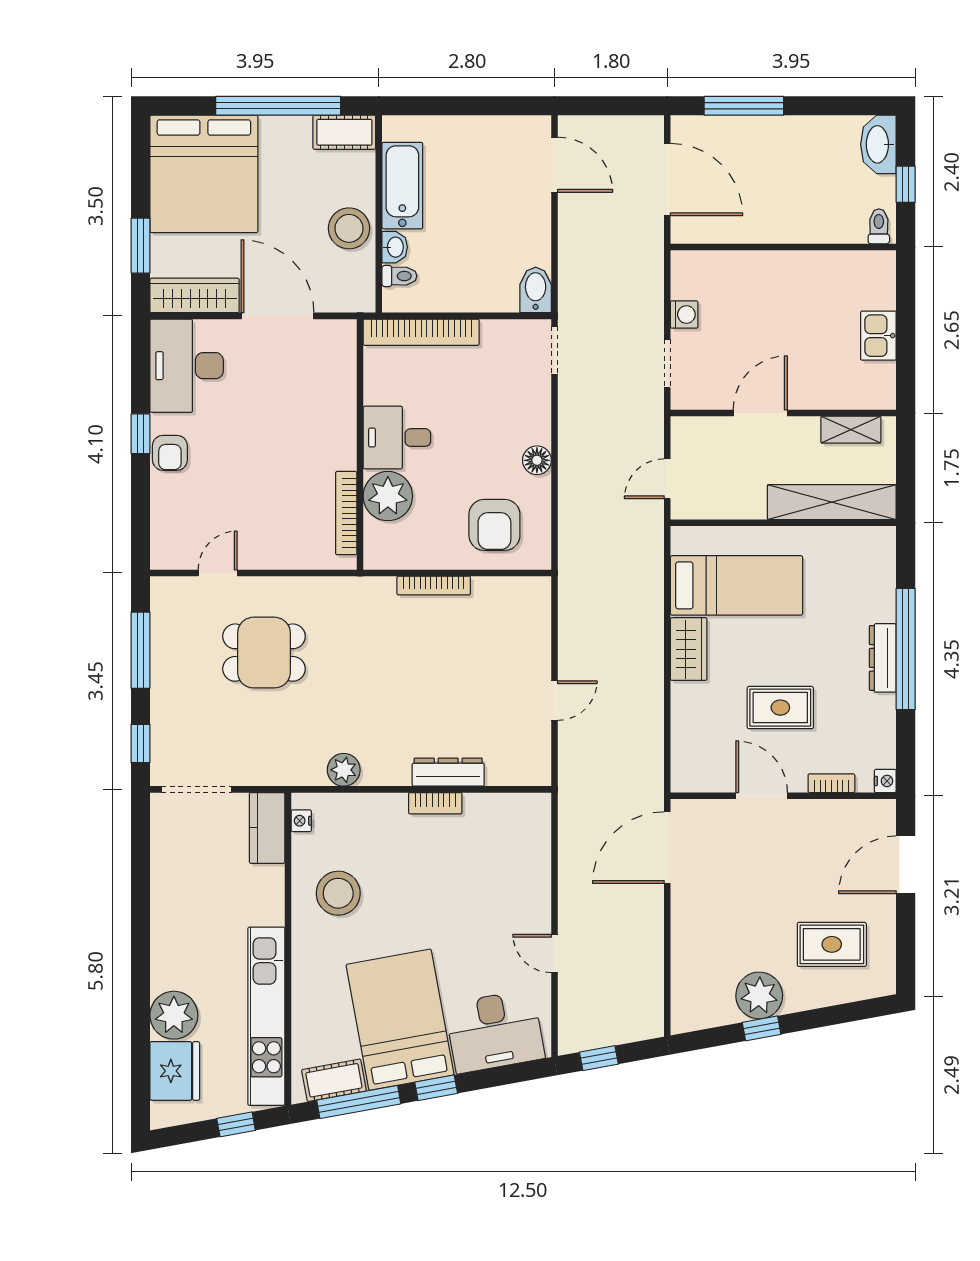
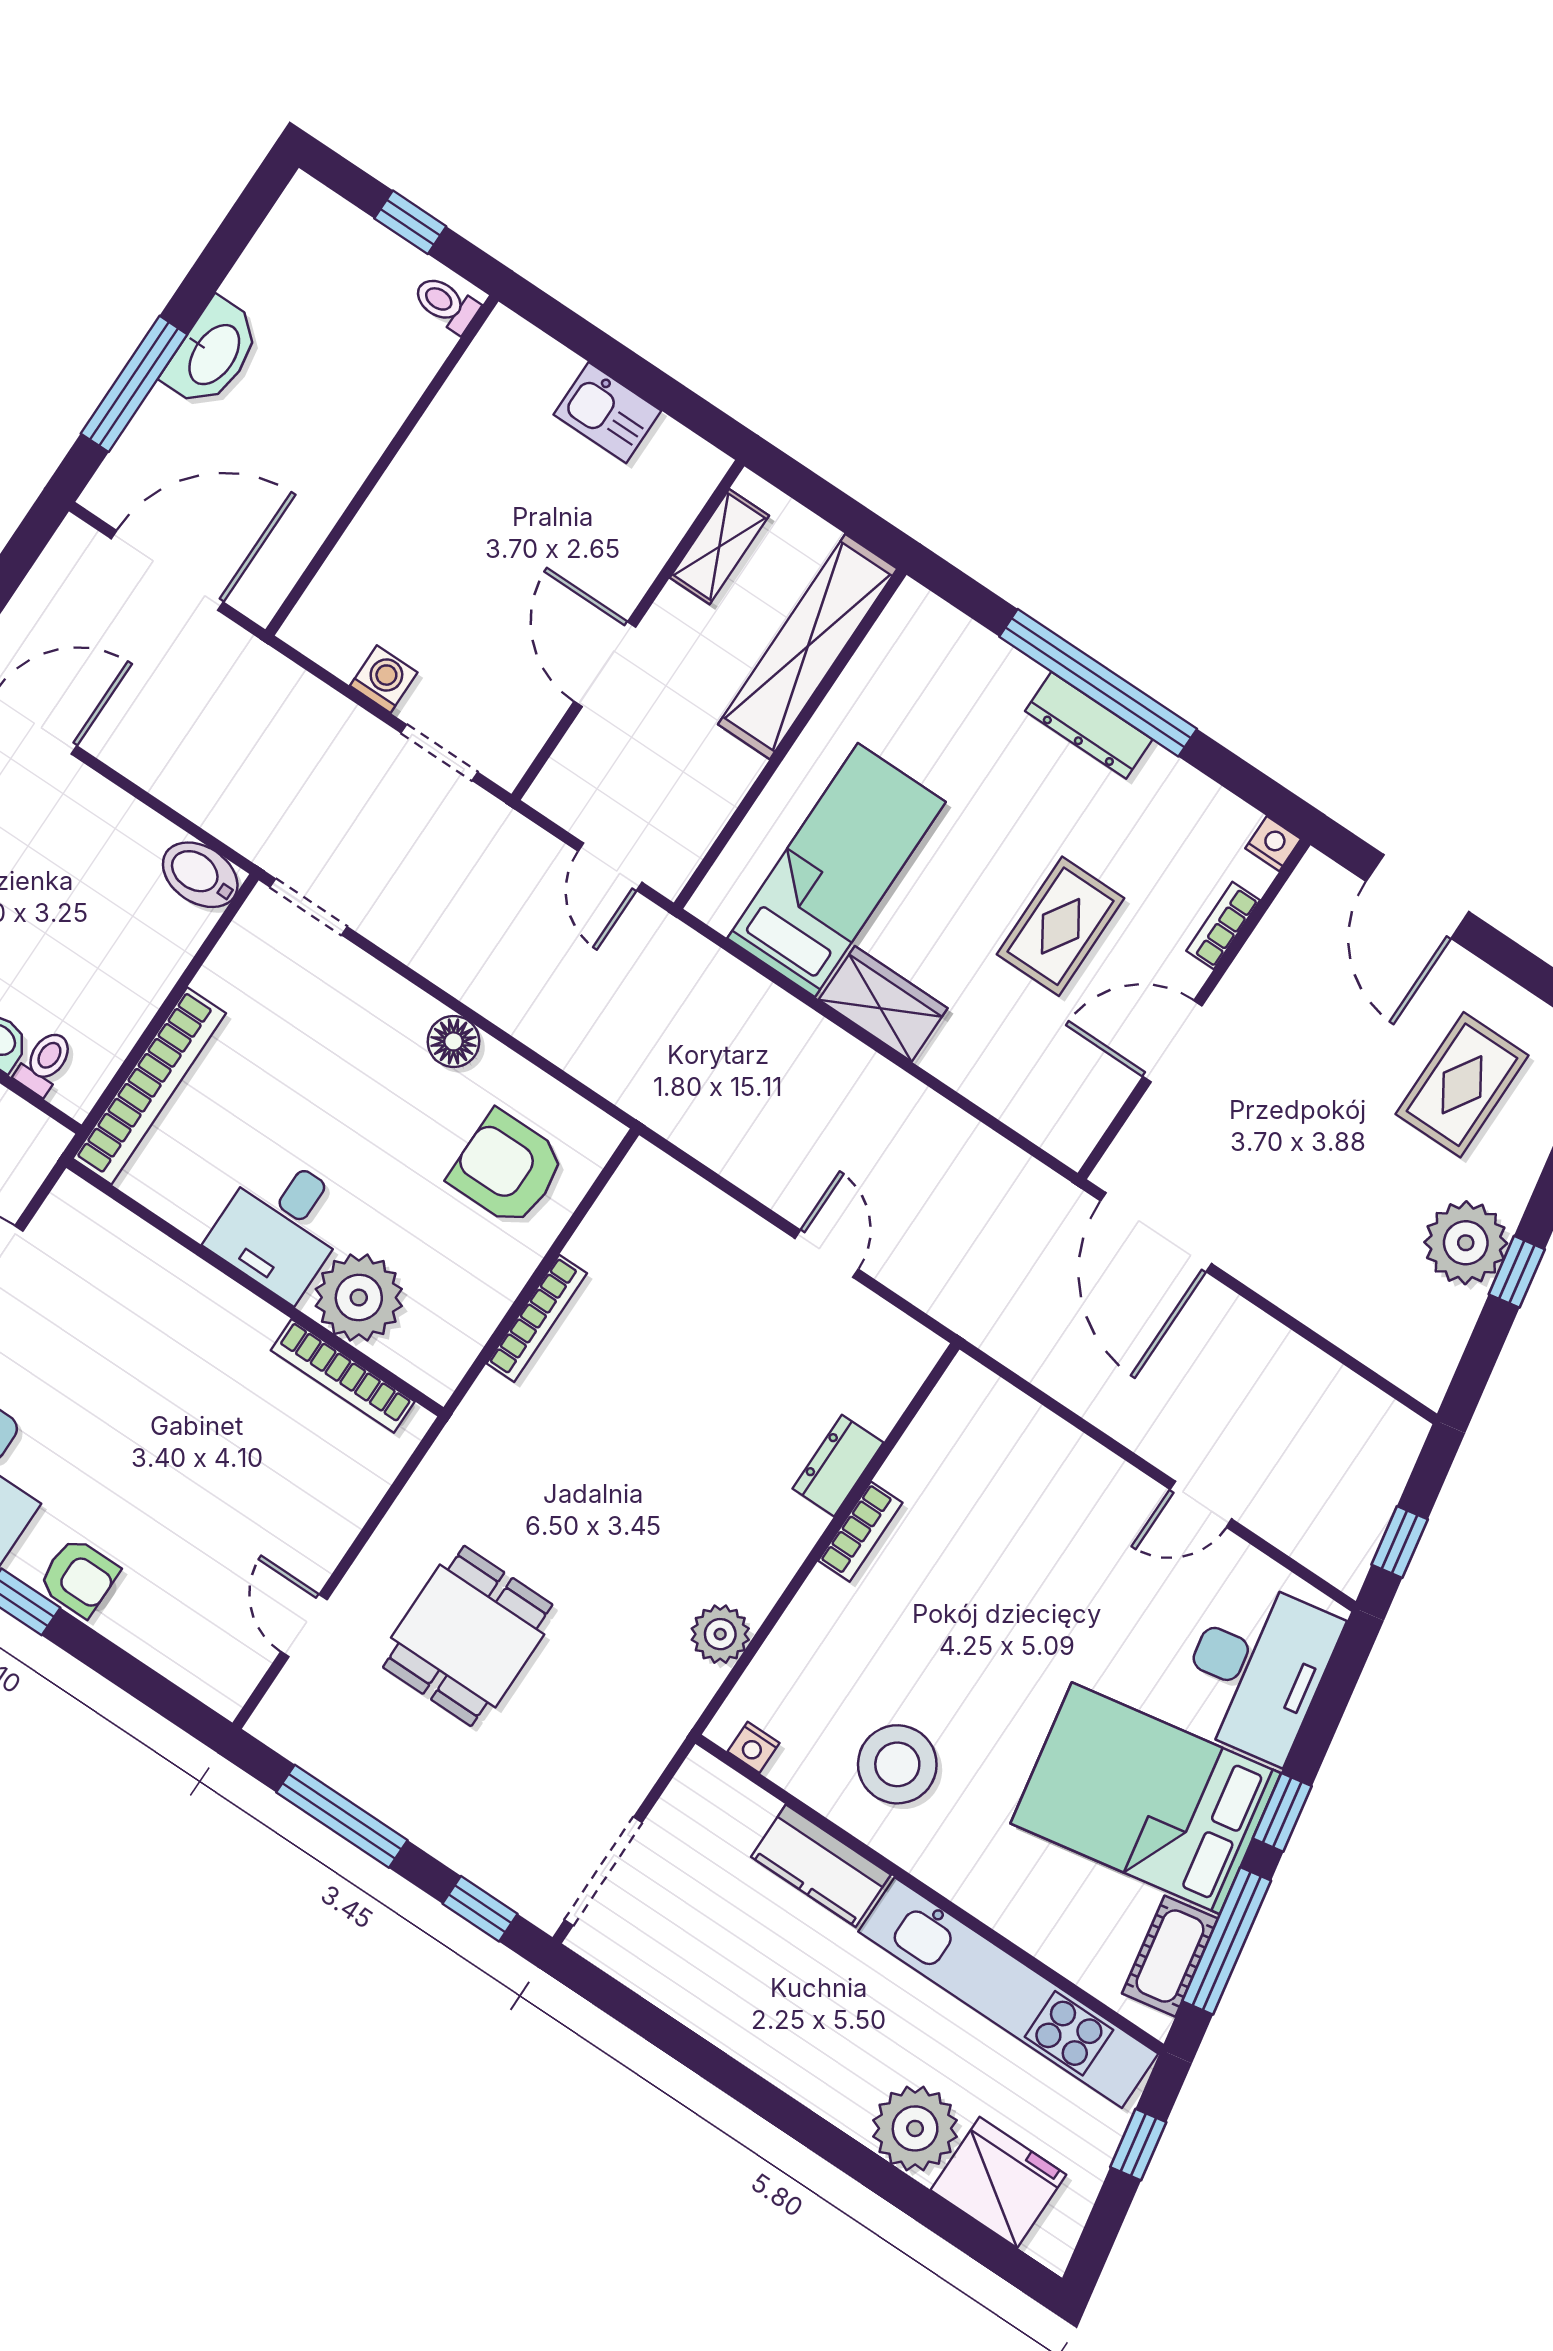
washbasin: (878, 144) -> (213, 354), moved, turned -90
armchair: (494, 525) -> (507, 1168), turned 180
dresser: (448, 772) -> (838, 1466), width x0.70
kitchen counter: (267, 828) -> (821, 1866), moved

